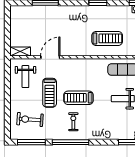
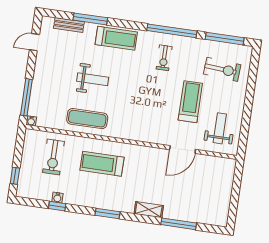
shelving: (20, 51) -> (149, 210), moved
treadmill: (78, 98) -> (116, 38), moved

